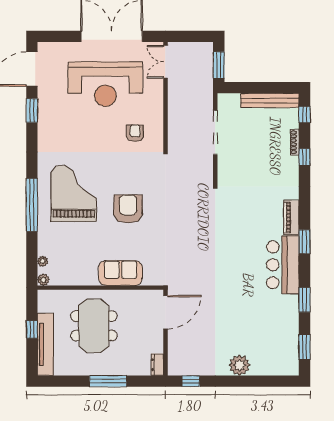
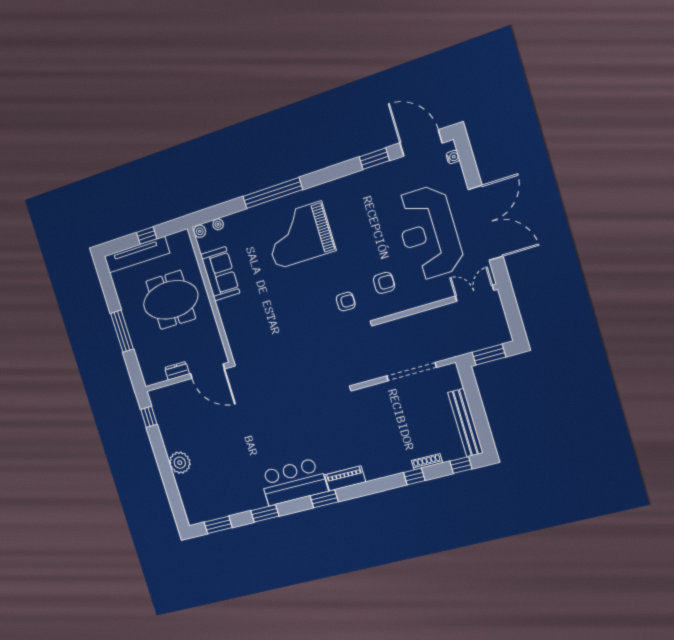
water cooler: (51, 47) -> (453, 157), added
grand piano: (74, 193) -> (299, 235), turned 180
armchair: (128, 209) -> (346, 302), moved, width x0.53, depth x0.53
sofa: (120, 273) -> (220, 274), moved
dresser: (157, 365) -> (177, 371), moved

